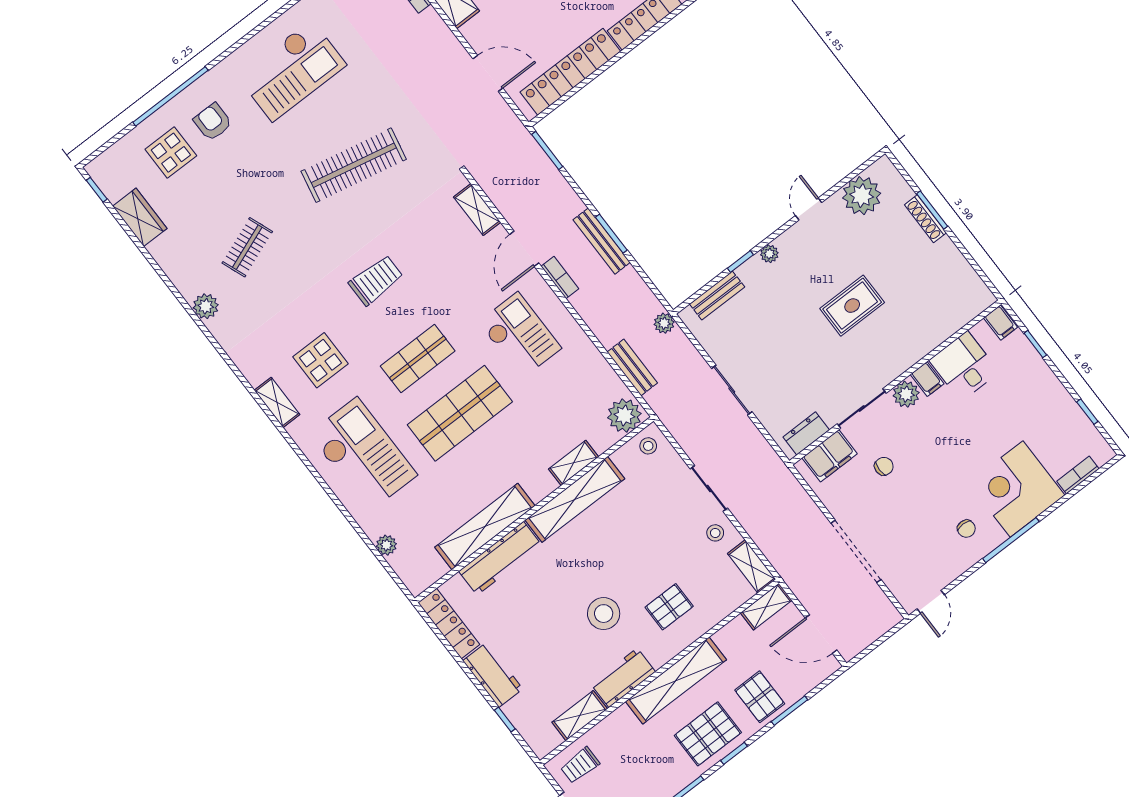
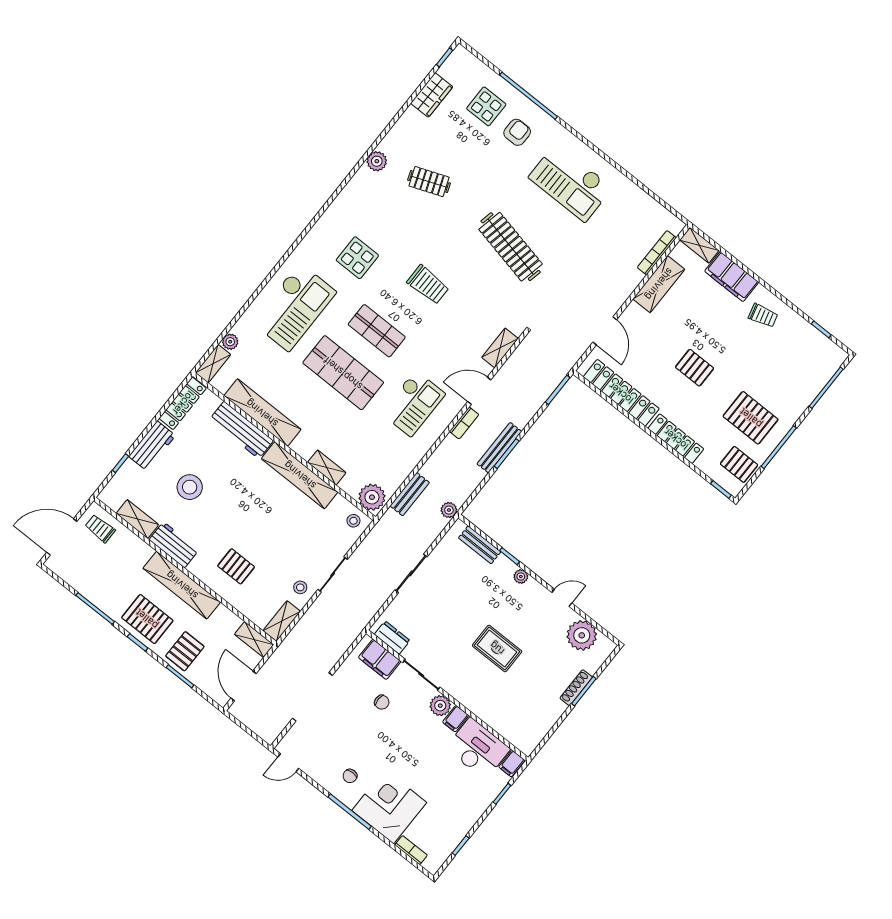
desk: (964, 366) -> (478, 749), width x1.37
shelving: (277, 402) -> (213, 364), moved
stool: (604, 614) -> (190, 487), moved

